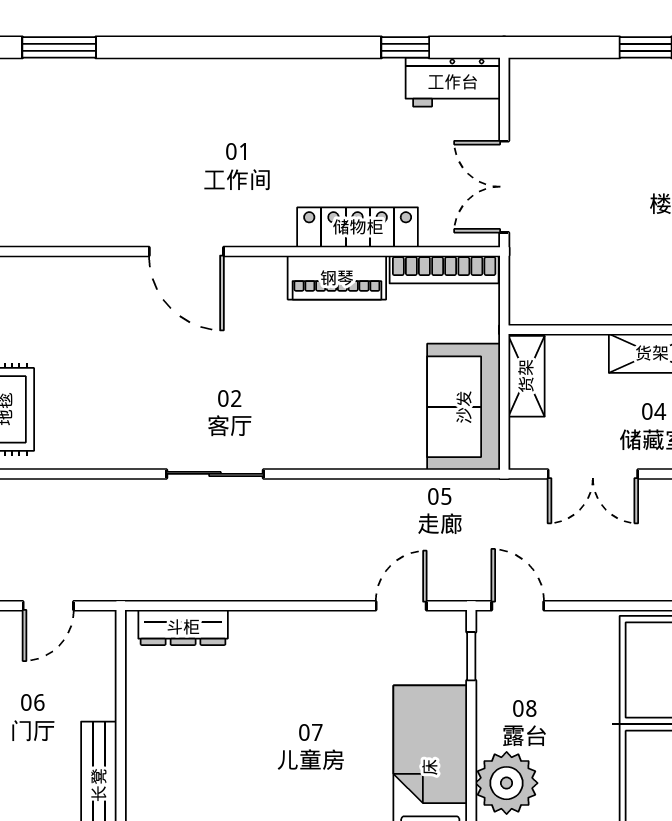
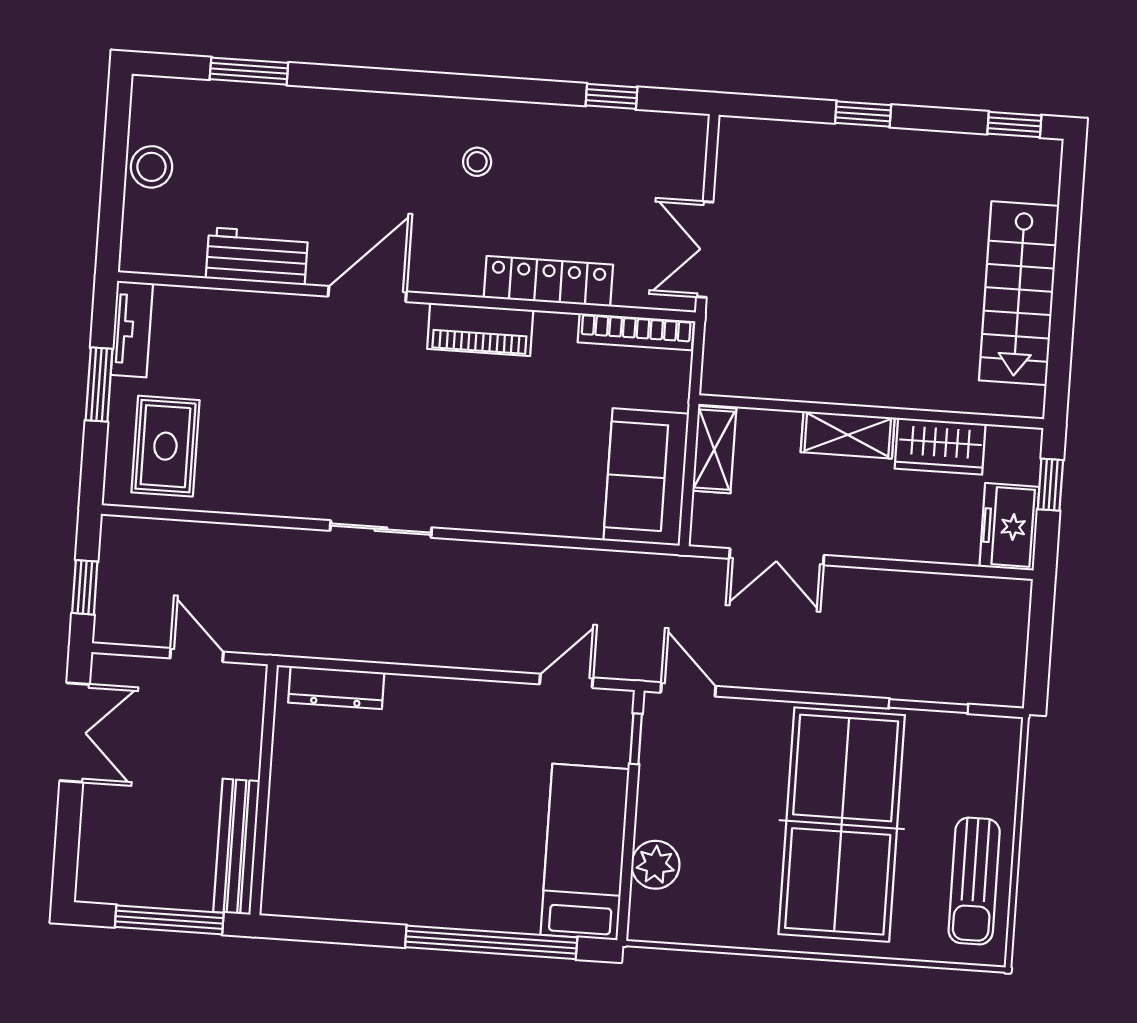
workbench: (453, 82) -> (257, 256), moved, turned 180
stool: (282, 118) -> (477, 162), added
door: (186, 251) -> (367, 294), swing flipped
piano: (337, 278) -> (480, 329), moved
door: (48, 606) -> (197, 655), swing flipped
plant: (507, 783) -> (655, 865), width x0.73, depth x0.73

